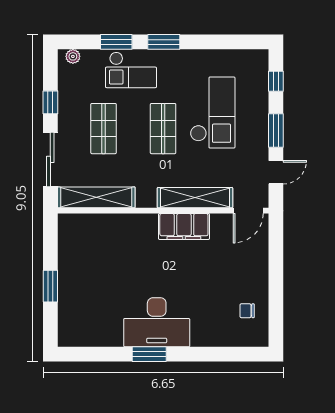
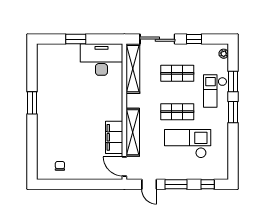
checkout: (213, 113) -> (188, 144), turned 180
filing cabinet: (184, 226) -> (114, 137), moved
desk: (157, 322) -> (101, 60), moved, turned 90

